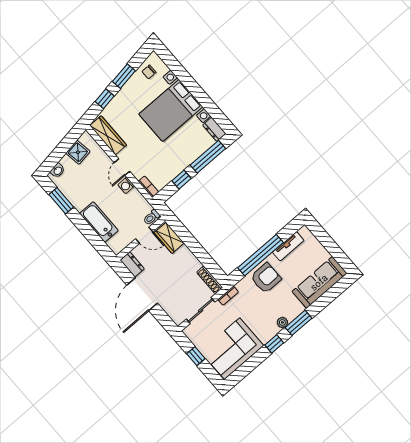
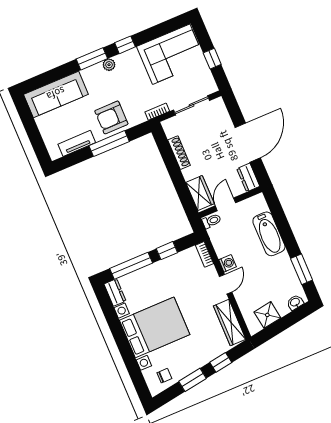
door: (144, 235) -> (225, 204), hinge flipped
window: (260, 255) -> (109, 144), width x0.68
shoe rack: (210, 280) -> (179, 153), moved

